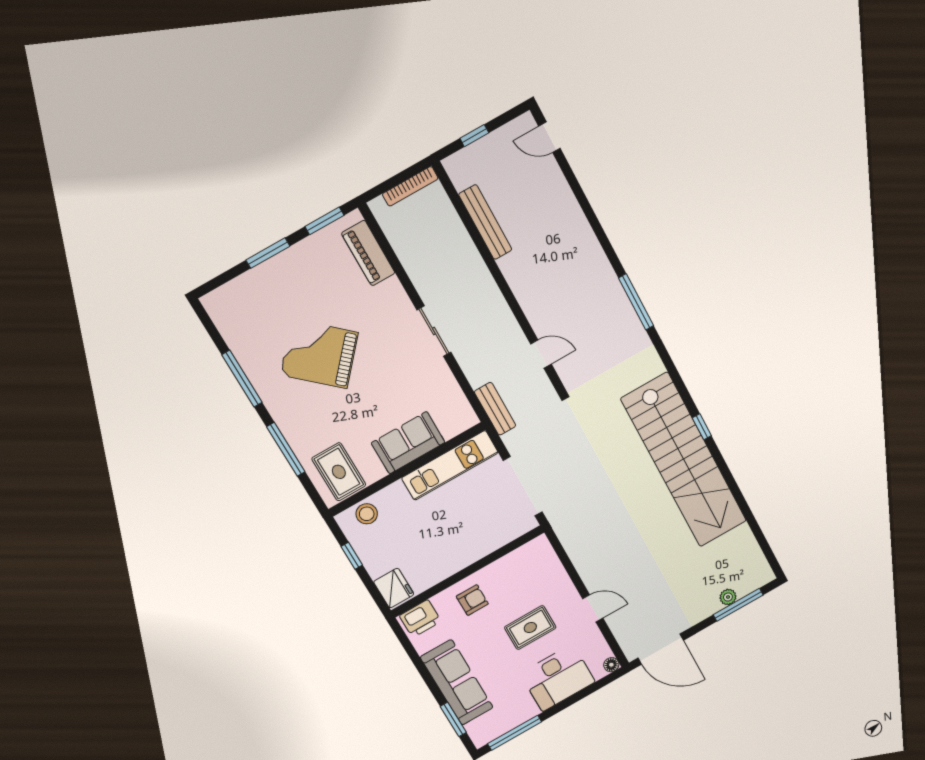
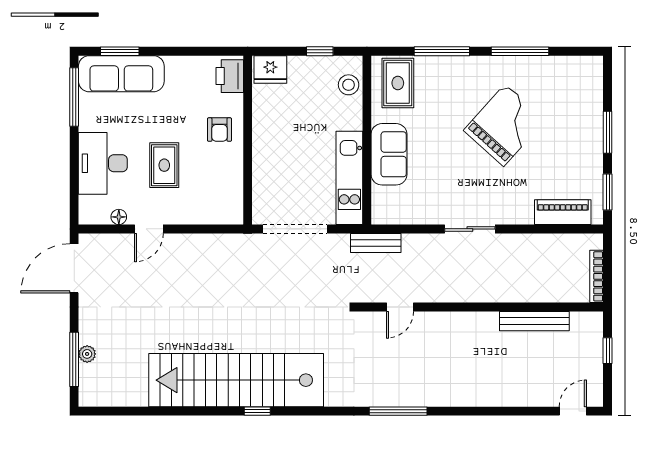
rug: (339, 472) -> (398, 83), turned 90
floor lamp: (611, 665) -> (119, 217), moved
sofa: (457, 682) -> (121, 74), moved

